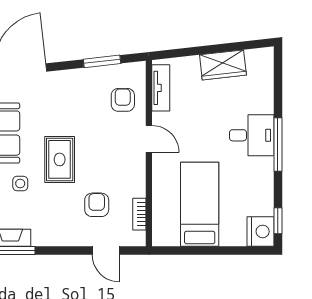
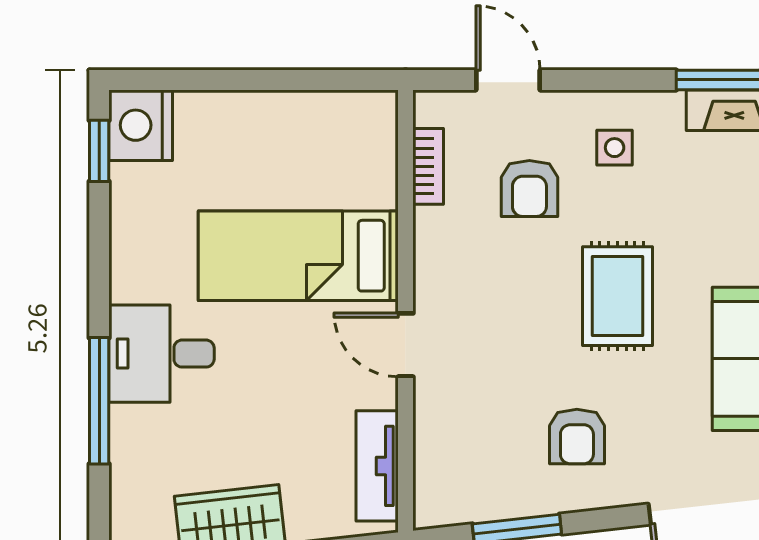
armchair: (123, 100) -> (577, 437), moved
window: (278, 144) -> (99, 401), moved
side table: (20, 183) -> (615, 148), moved
bed: (200, 204) -> (298, 256), moved, turned 90

